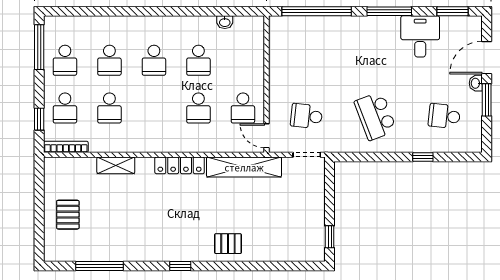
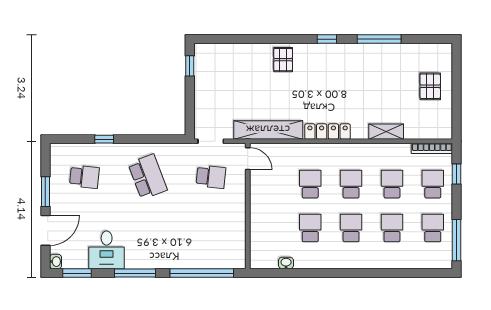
washbasin: (476, 83) -> (56, 262), moved
school desk: (243, 108) -> (351, 184), moved
pallet: (228, 244) -> (283, 60), turned 90
window: (99, 266) -> (379, 39), moved

